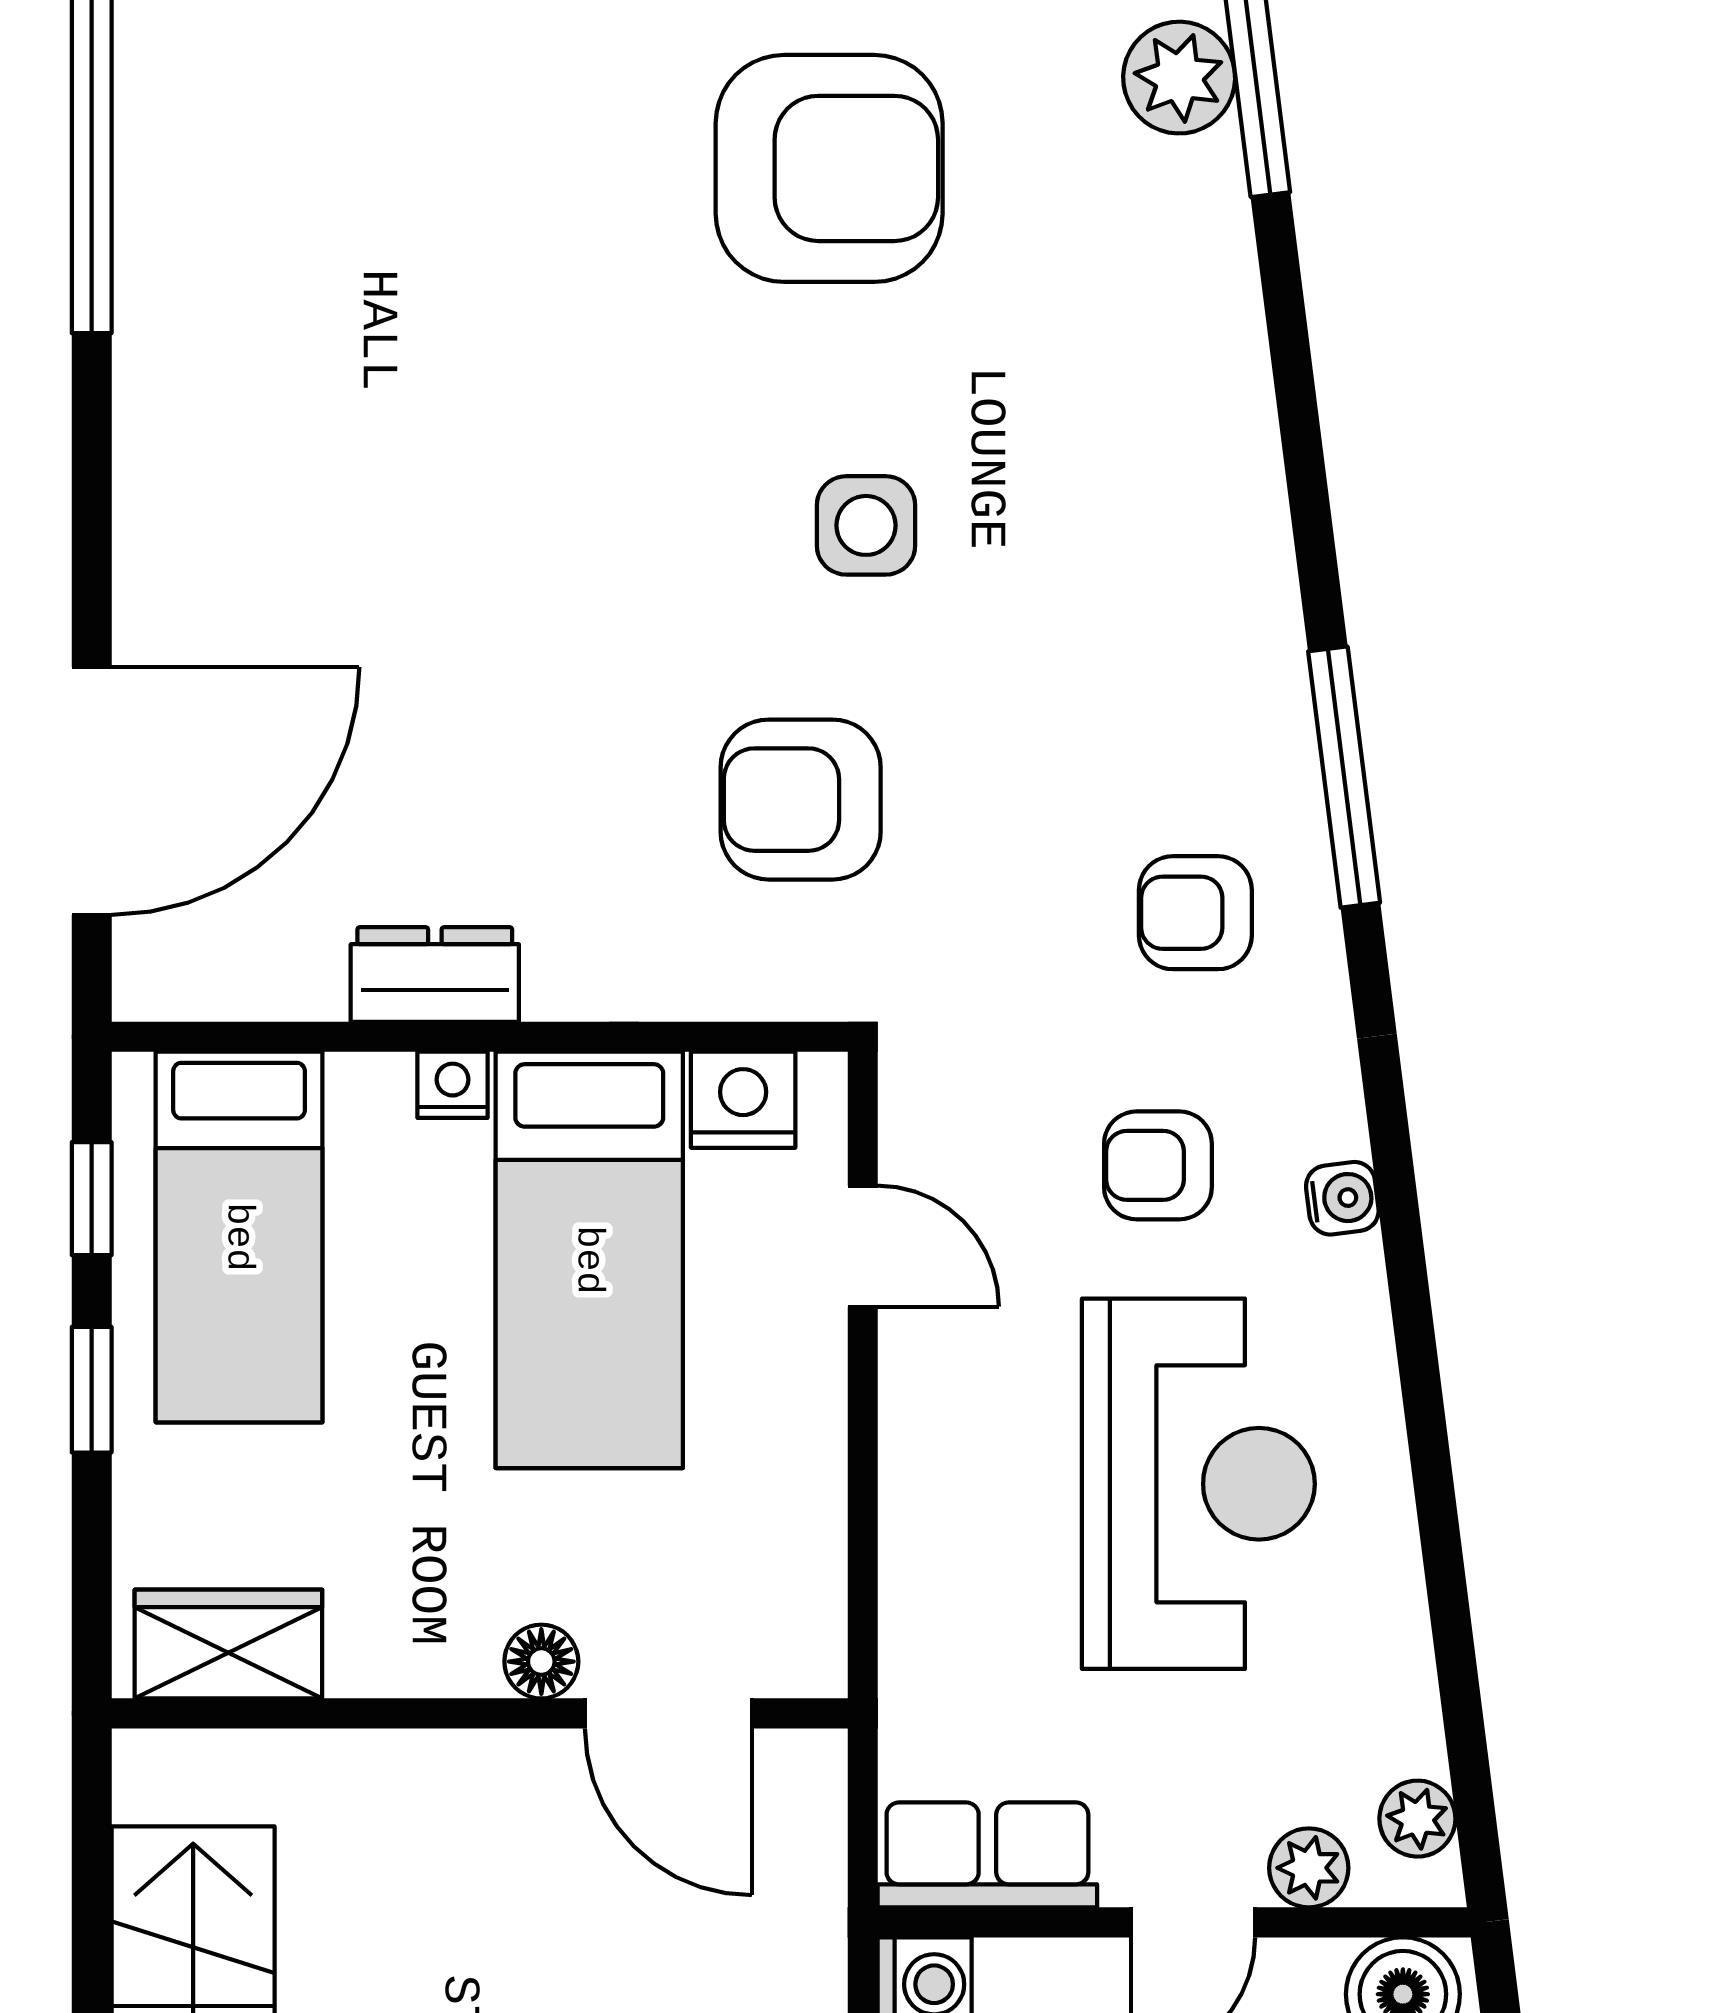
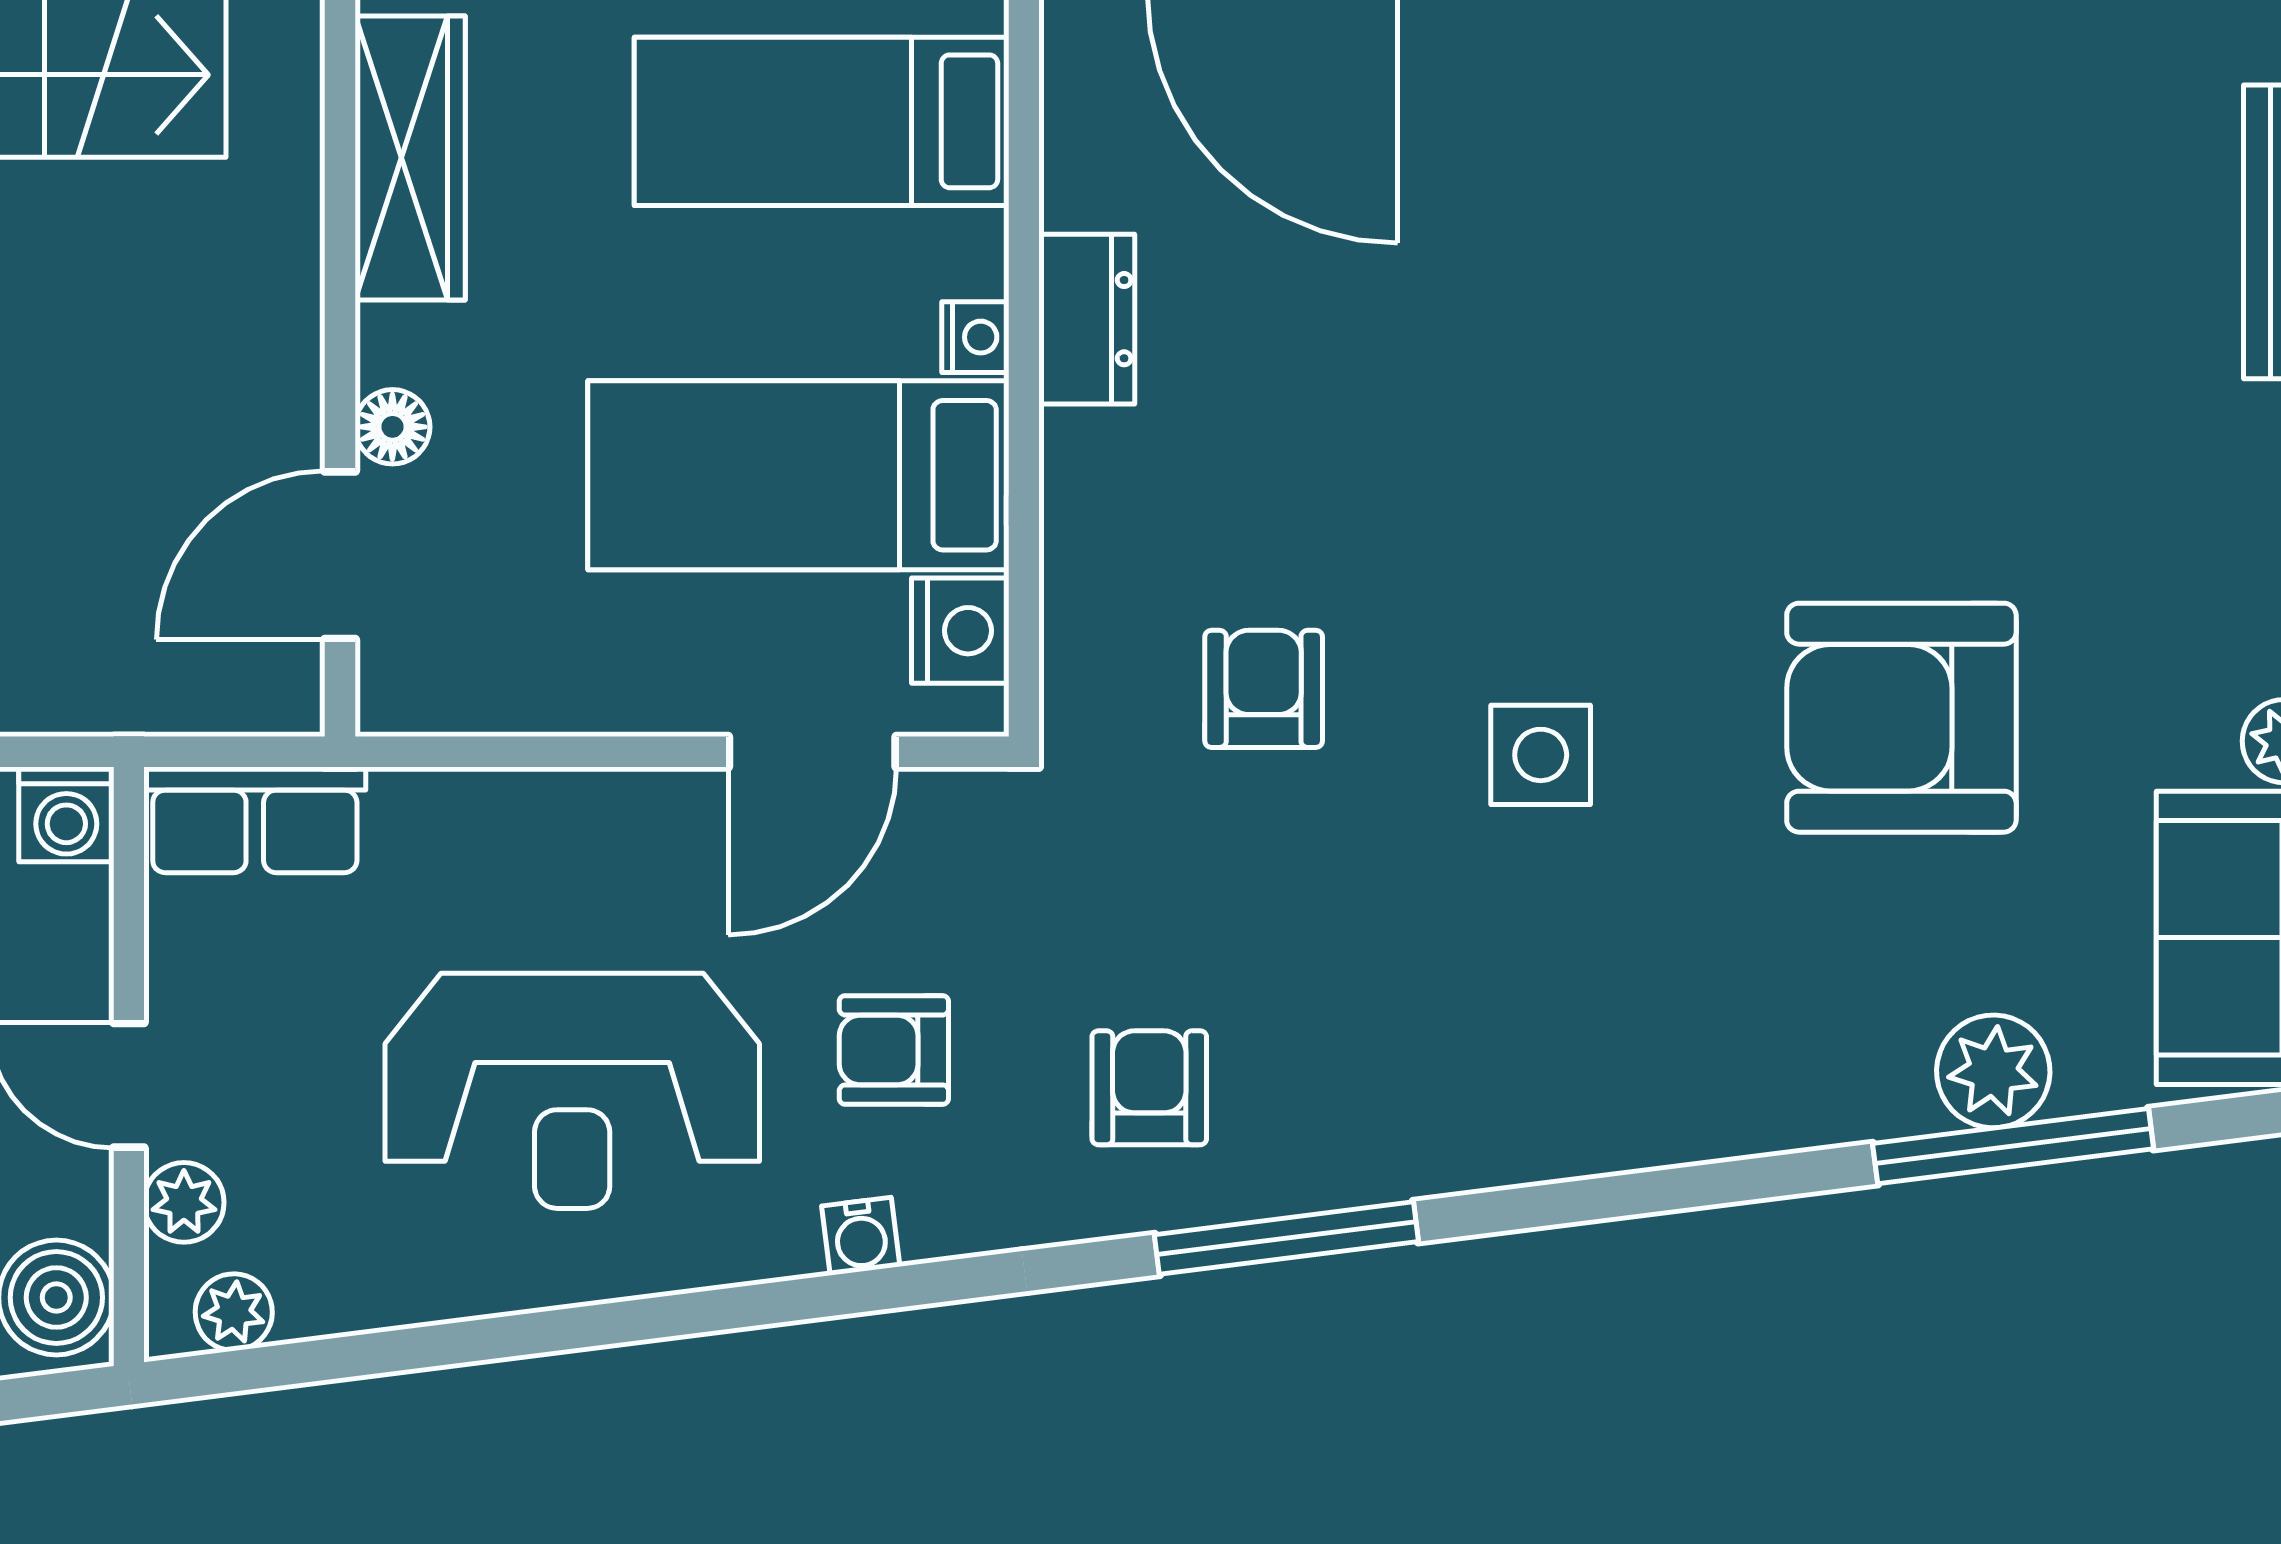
armchair: (829, 168) -> (1901, 718), turned 90
armchair: (801, 800) -> (1264, 689), width x0.72, depth x0.72
armchair: (1158, 1165) -> (894, 1050), turned -90
door: (863, 1246) -> (812, 752), width x1.38
wardrobe: (228, 1644) -> (410, 158), width x1.50
row of seats: (987, 1855) -> (255, 820), moved, turned 90

